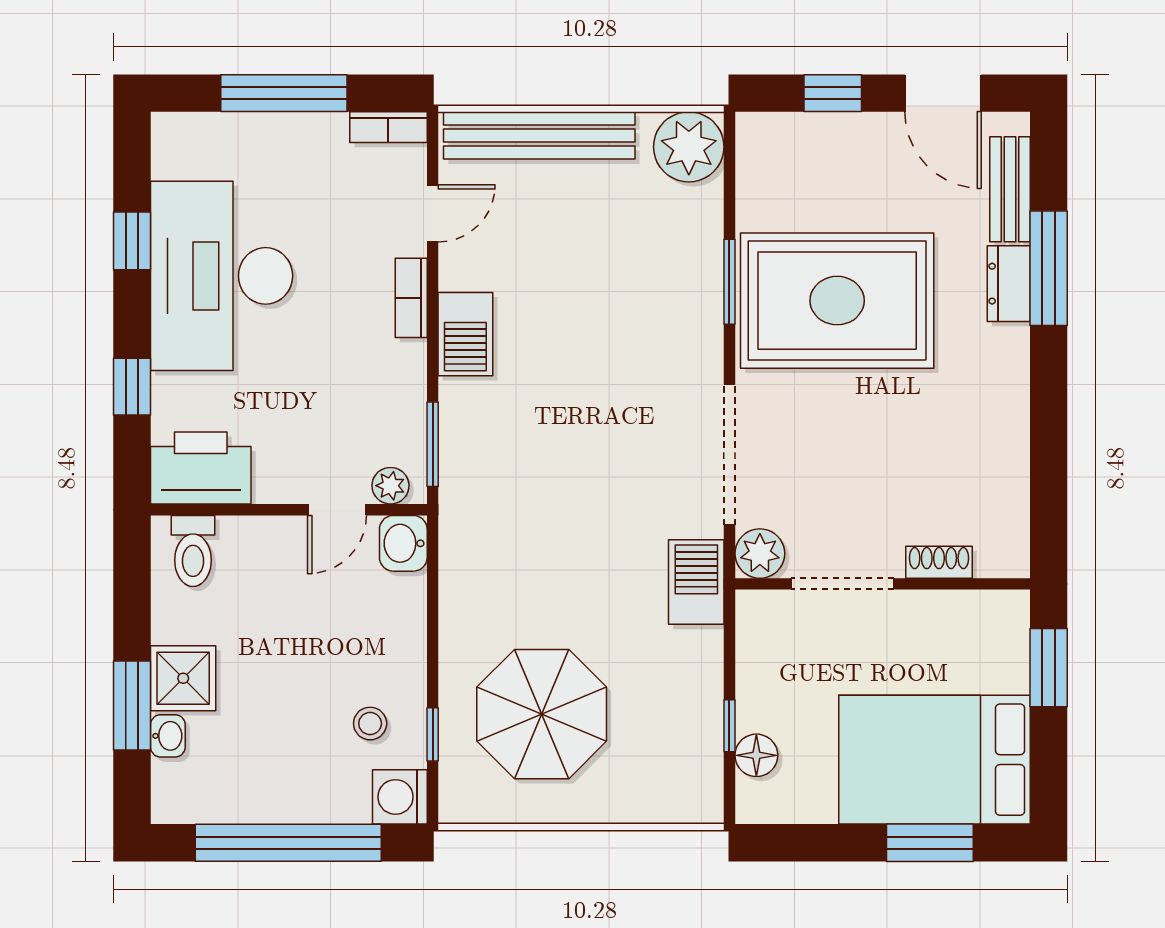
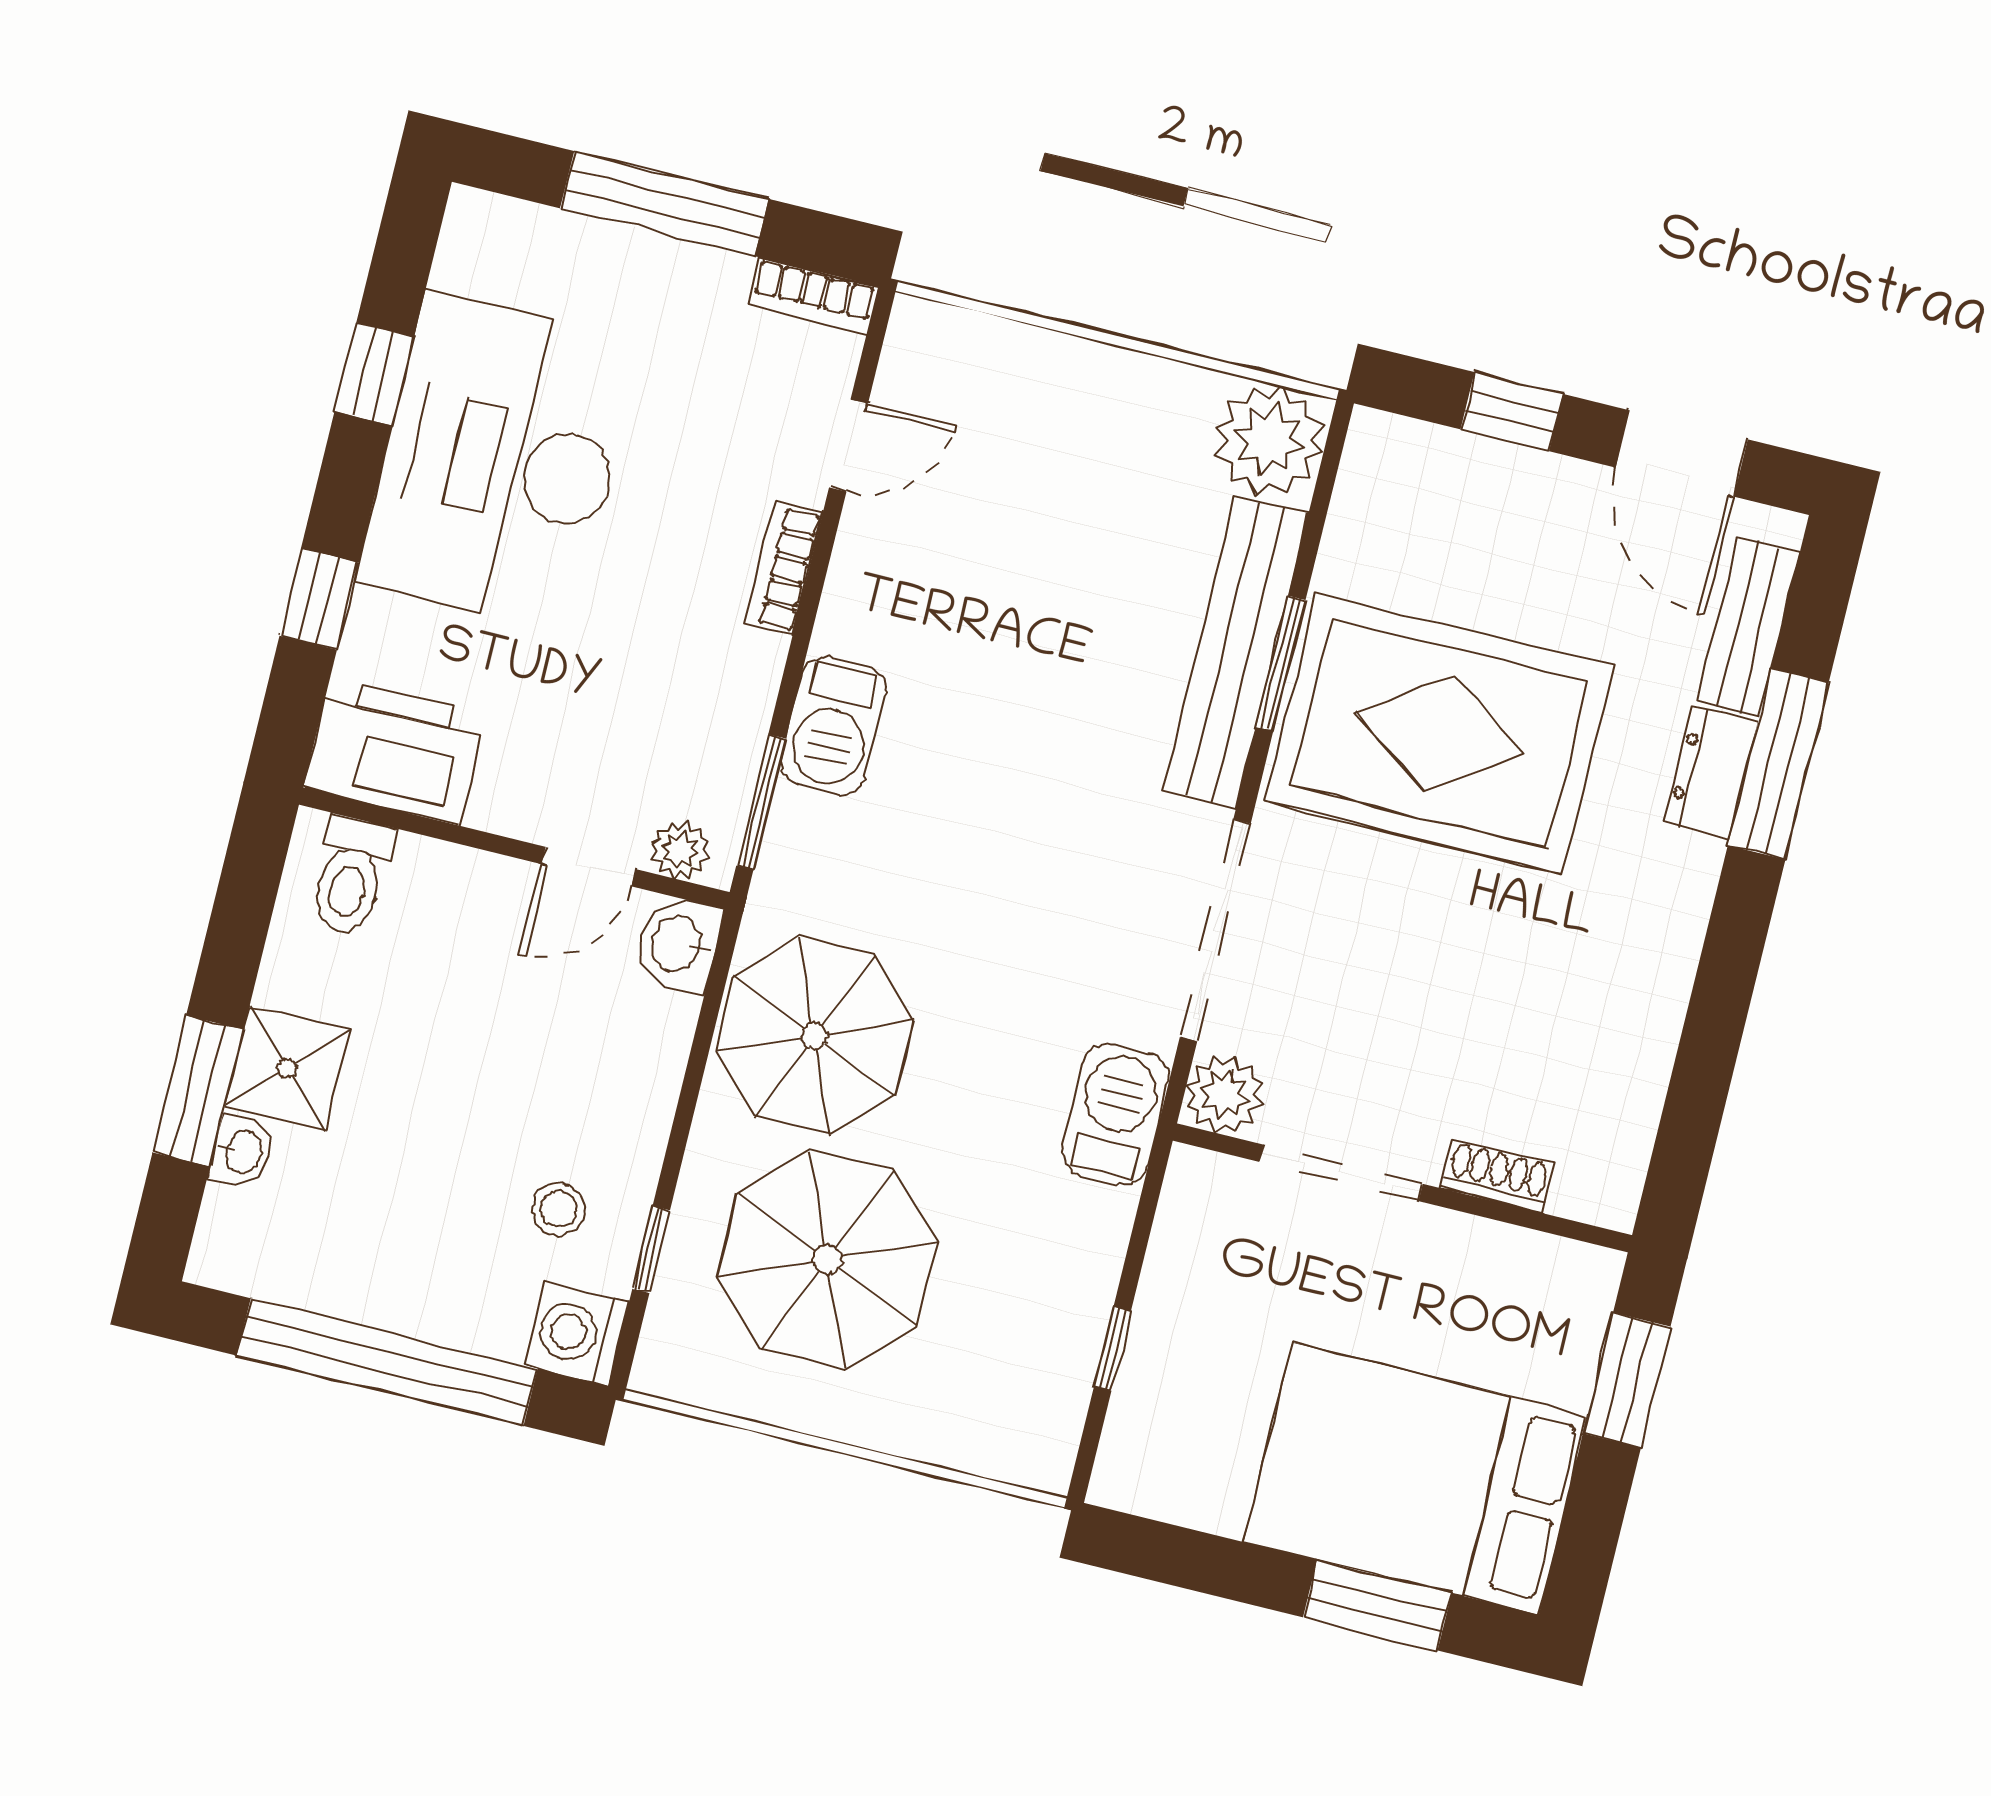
bench: (539, 135) -> (1236, 652), moved, turned 90
barbecue: (465, 334) -> (833, 726), moved
parasol: (500, 579) -> (814, 1036), added
floor lamp: (756, 755) -> (1143, 1405), removed

